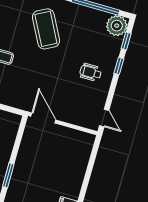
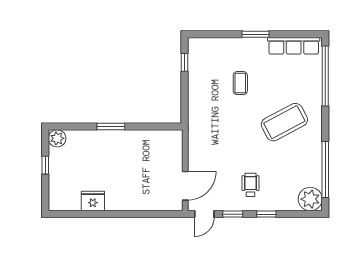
window: (126, 41) -> (233, 214), moved
door: (43, 118) -> (185, 186), moved

